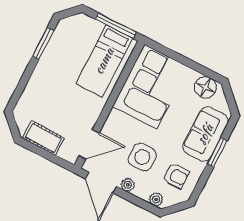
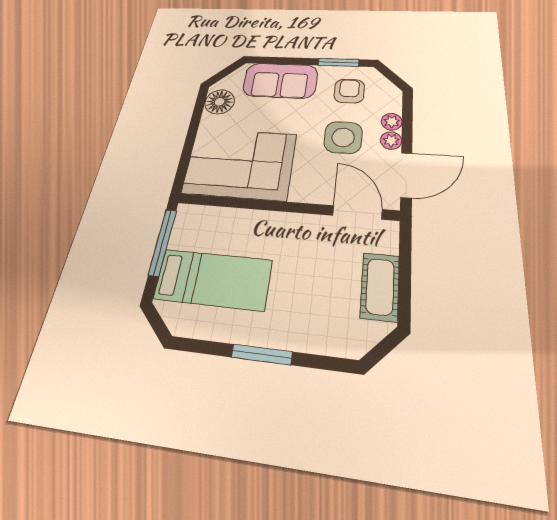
window: (43, 44) -> (262, 354), moved
bed: (104, 61) -> (213, 279), moved
window: (217, 152) -> (338, 62), moved
plant: (156, 199) -> (392, 122), moved

